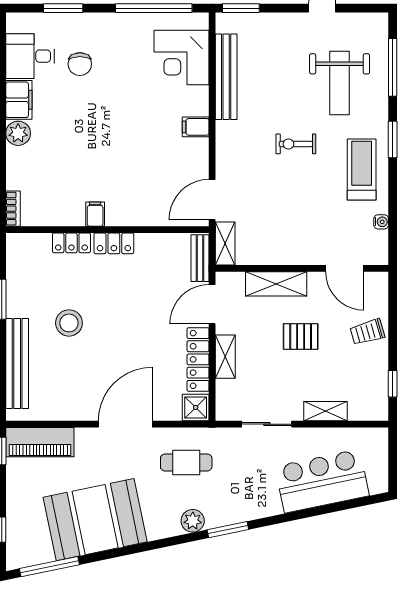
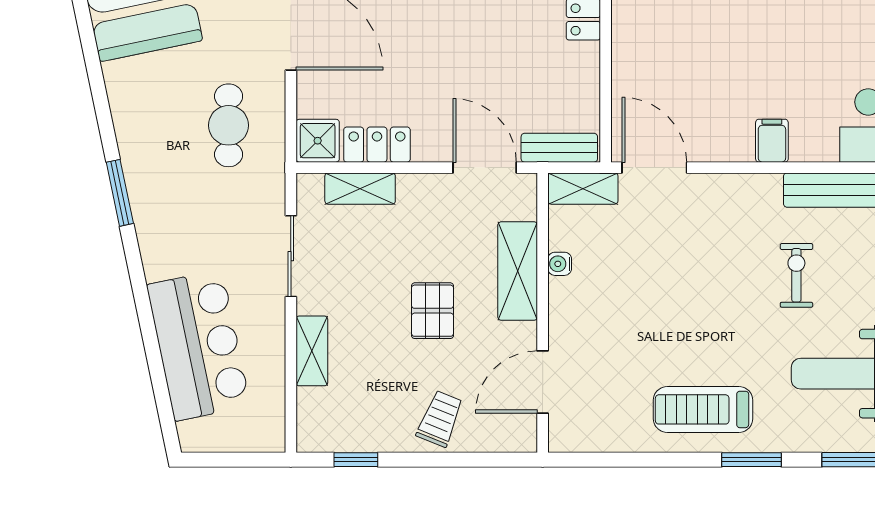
exercise bike: (296, 144) -> (796, 275), moved
treadmill: (362, 169) -> (703, 409), turned 180
water cooler: (381, 222) -> (560, 264), moved, turned 90
trolley: (367, 332) -> (440, 419), turned 38
shelving: (225, 357) -> (360, 189), moved
locker: (198, 359) -> (377, 145), width x0.66
plant: (193, 521) -> (134, 136), removed

